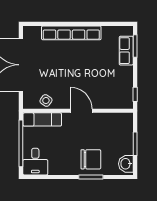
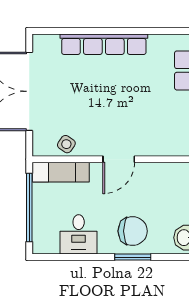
door: (81, 111) -> (119, 159), swing flipped
desk: (35, 162) -> (79, 234), moved

